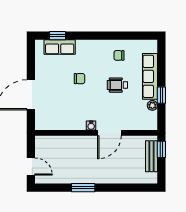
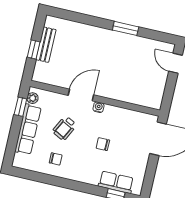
wheelchair: (117, 85) -> (64, 128), turned 117
water cooler: (91, 126) -> (98, 107), moved
wall: (96, 133) -> (95, 98), moved
door: (109, 133) -> (81, 95), moved

